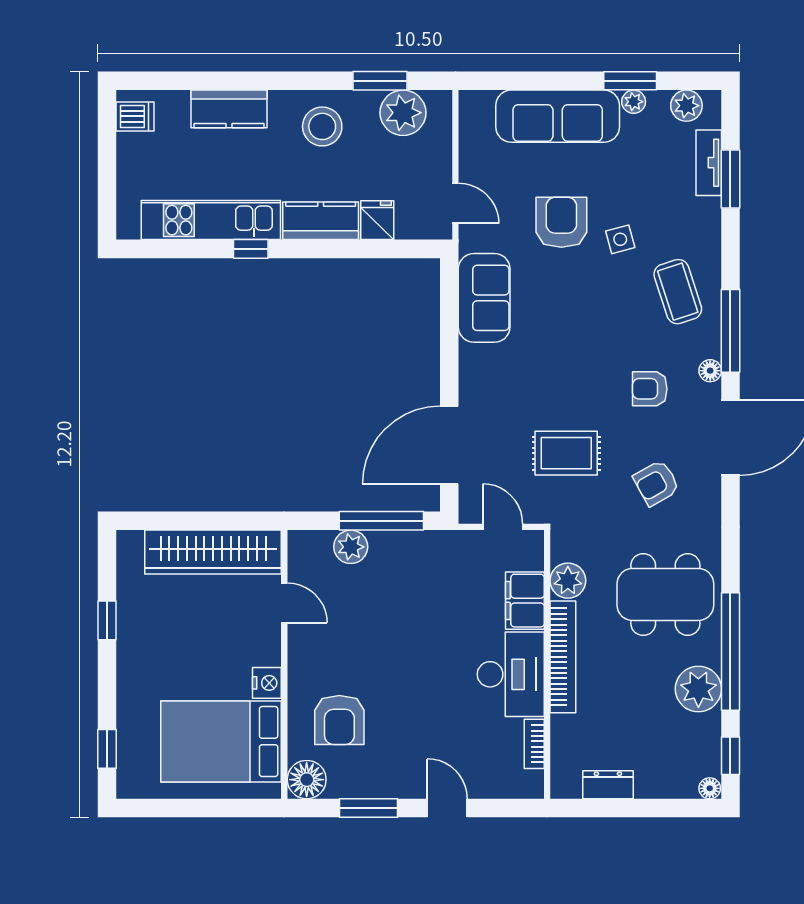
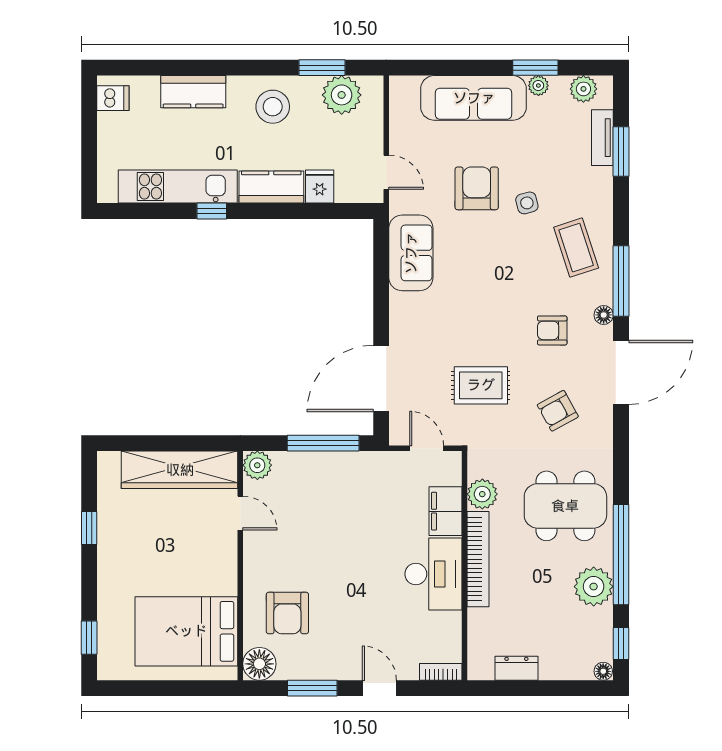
plant: (351, 547) -> (257, 465), moved
nightstand: (267, 683) -> (226, 581), removed
bookcase: (534, 744) -> (441, 672), moved, turned 90

